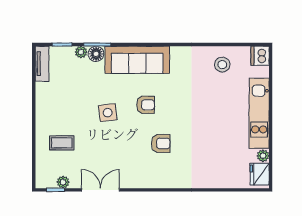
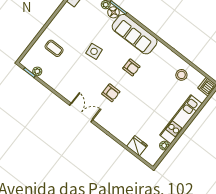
armchair: (146, 105) -> (131, 67), moved
fridge: (260, 174) -> (137, 146), moved, turned 90
double door: (100, 190) -> (81, 113), moved

